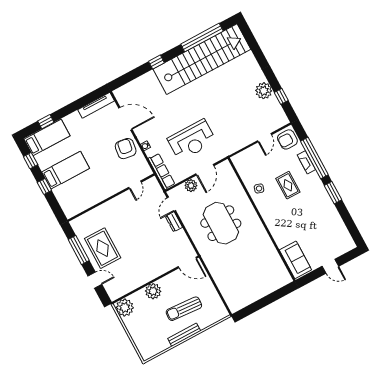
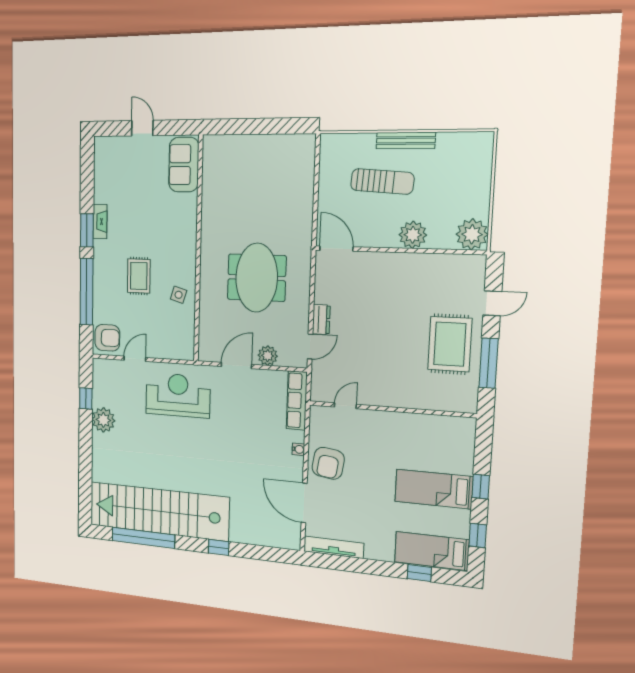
reception desk: (192, 140) -> (178, 395), moved
fireplace: (306, 162) -> (100, 222), moved
door: (95, 280) -> (492, 303), swing flipped

